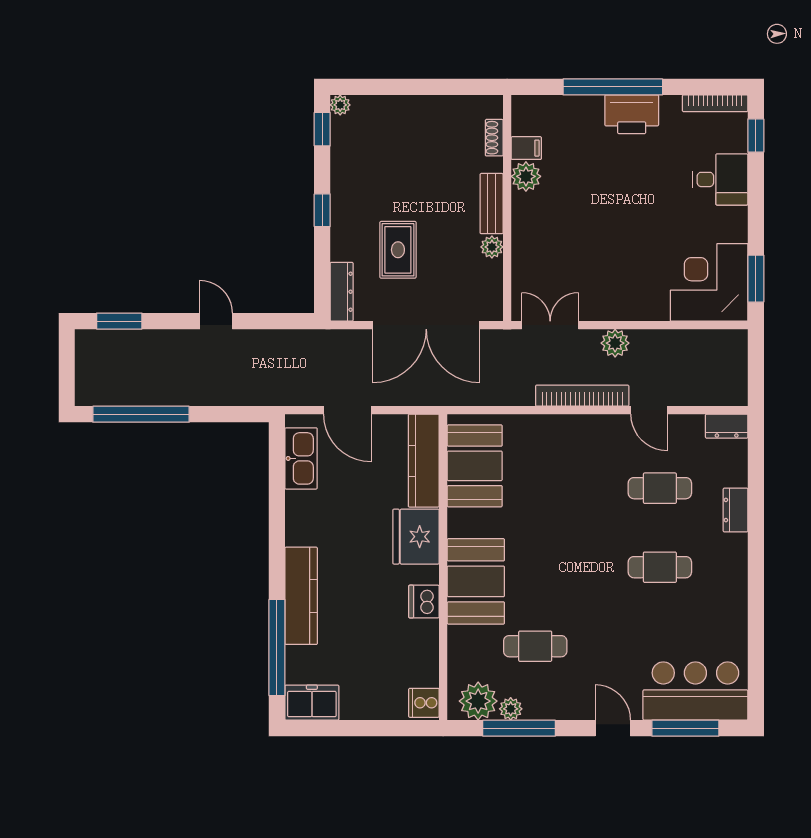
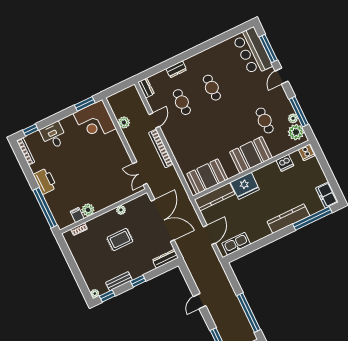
window: (613, 87) -> (45, 208), moved
bench: (492, 204) -> (119, 281), moved
rug: (398, 250) -> (120, 239), moved
plant: (615, 343) -> (124, 122), moved
dishwasher: (424, 602) -> (285, 163), moved

